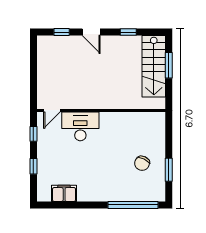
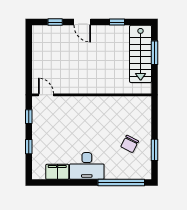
door: (52, 110) -> (46, 95), swing flipped
desk: (80, 126) -> (87, 166), moved, turned 180

